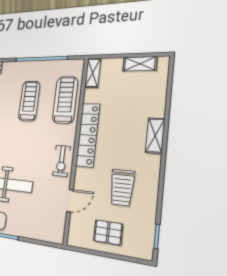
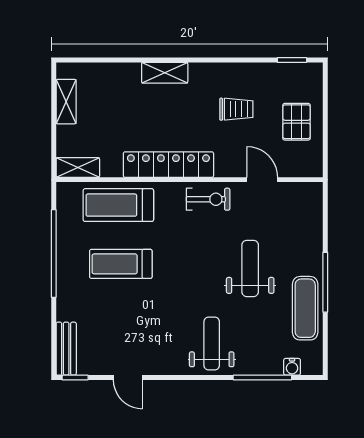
trolley: (122, 188) -> (236, 109), width x0.73, depth x0.72

